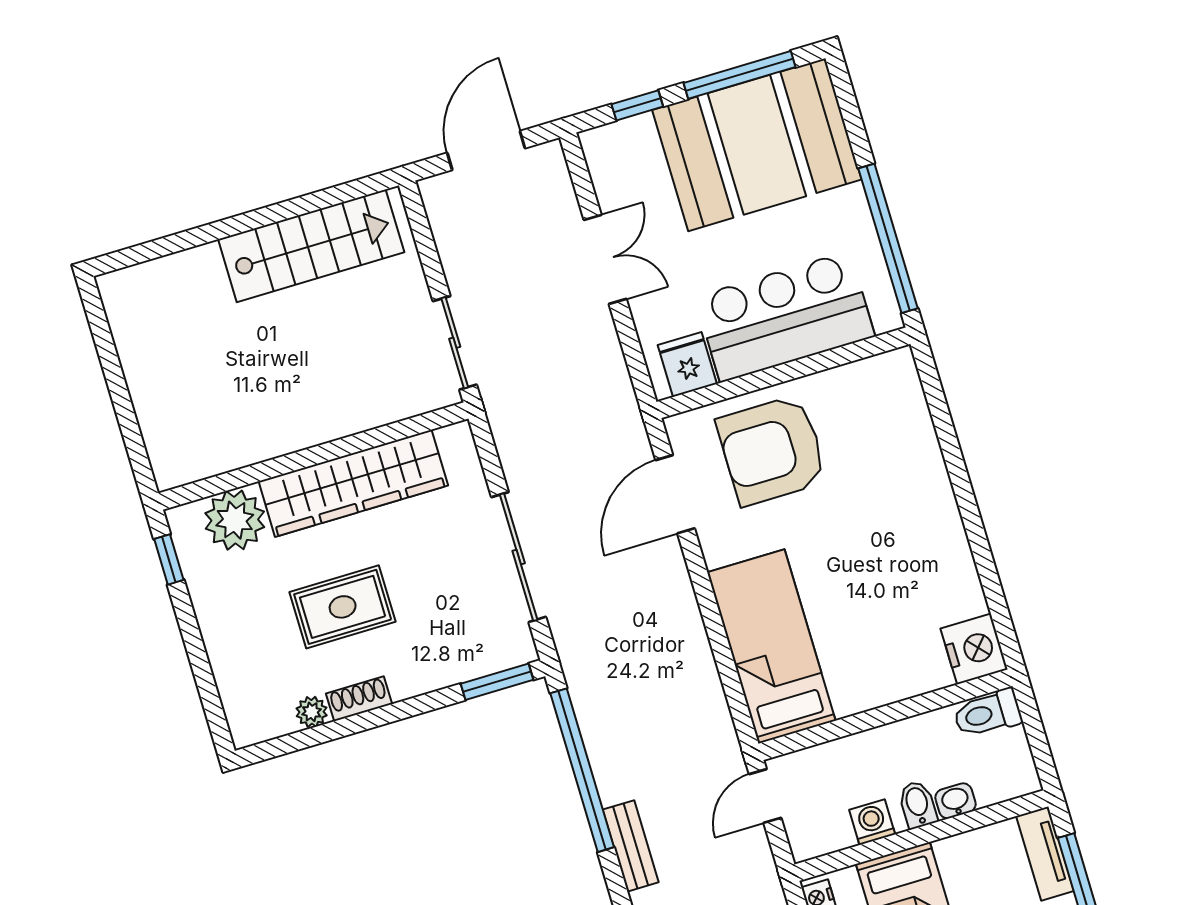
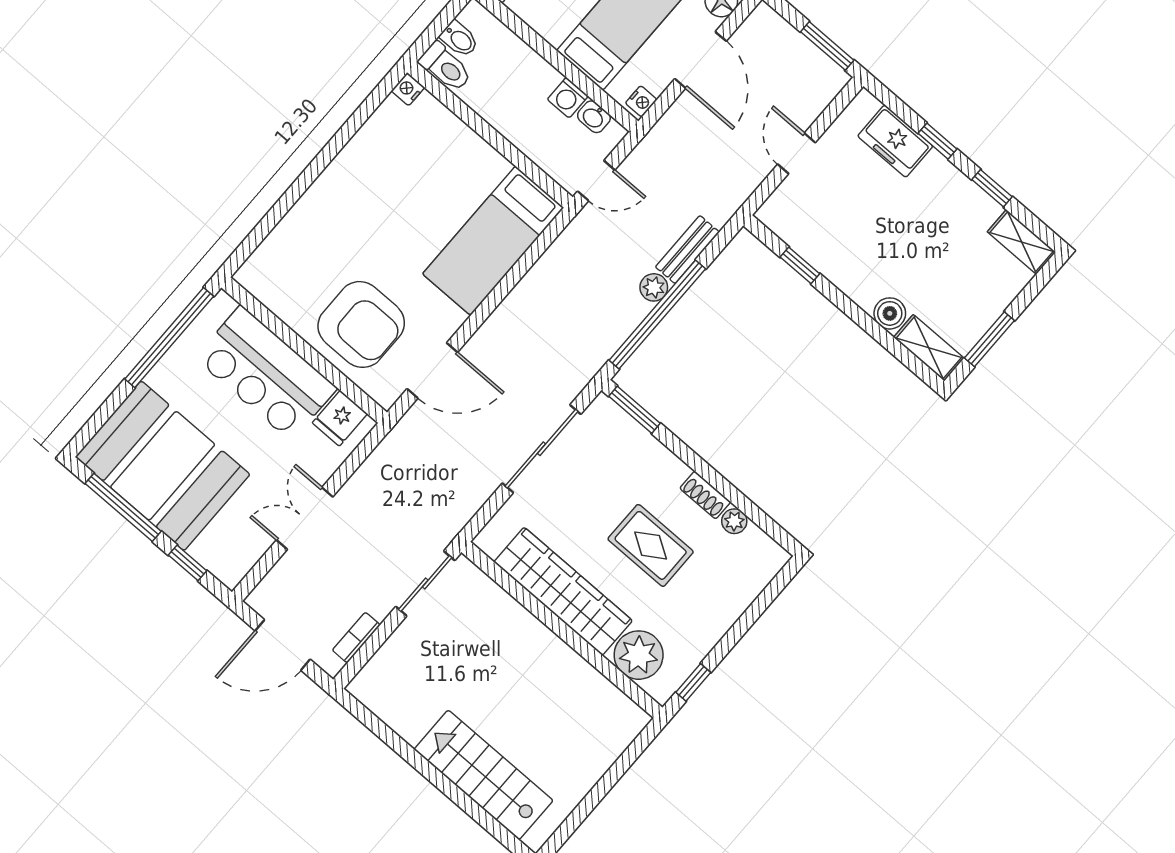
bookcase: (444, 233) -> (356, 638), added
stairs: (311, 246) -> (484, 775), moved
nightstand: (974, 649) -> (408, 89), width x0.53, depth x0.56
plant: (613, 785) -> (654, 287), added
washbasin: (955, 801) -> (594, 117), moved
bidet: (918, 805) -> (459, 39), moved, turned -90

